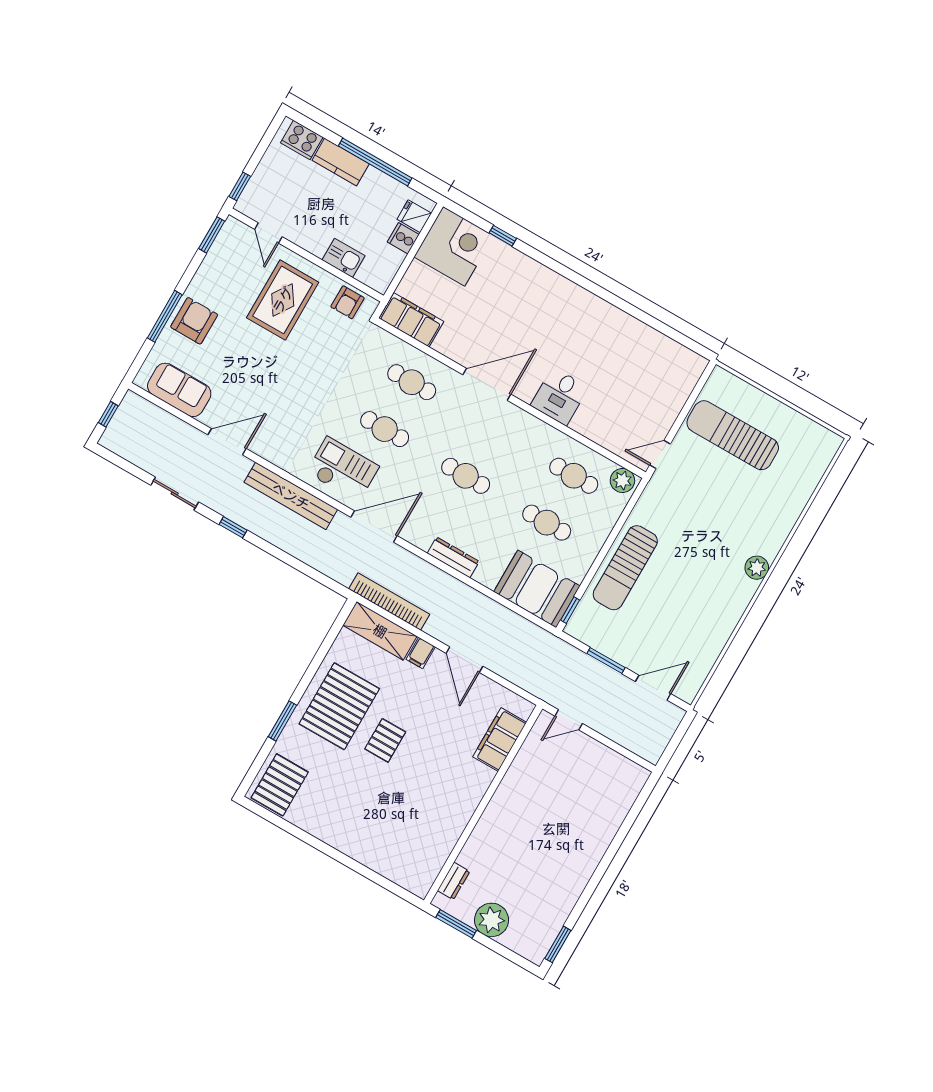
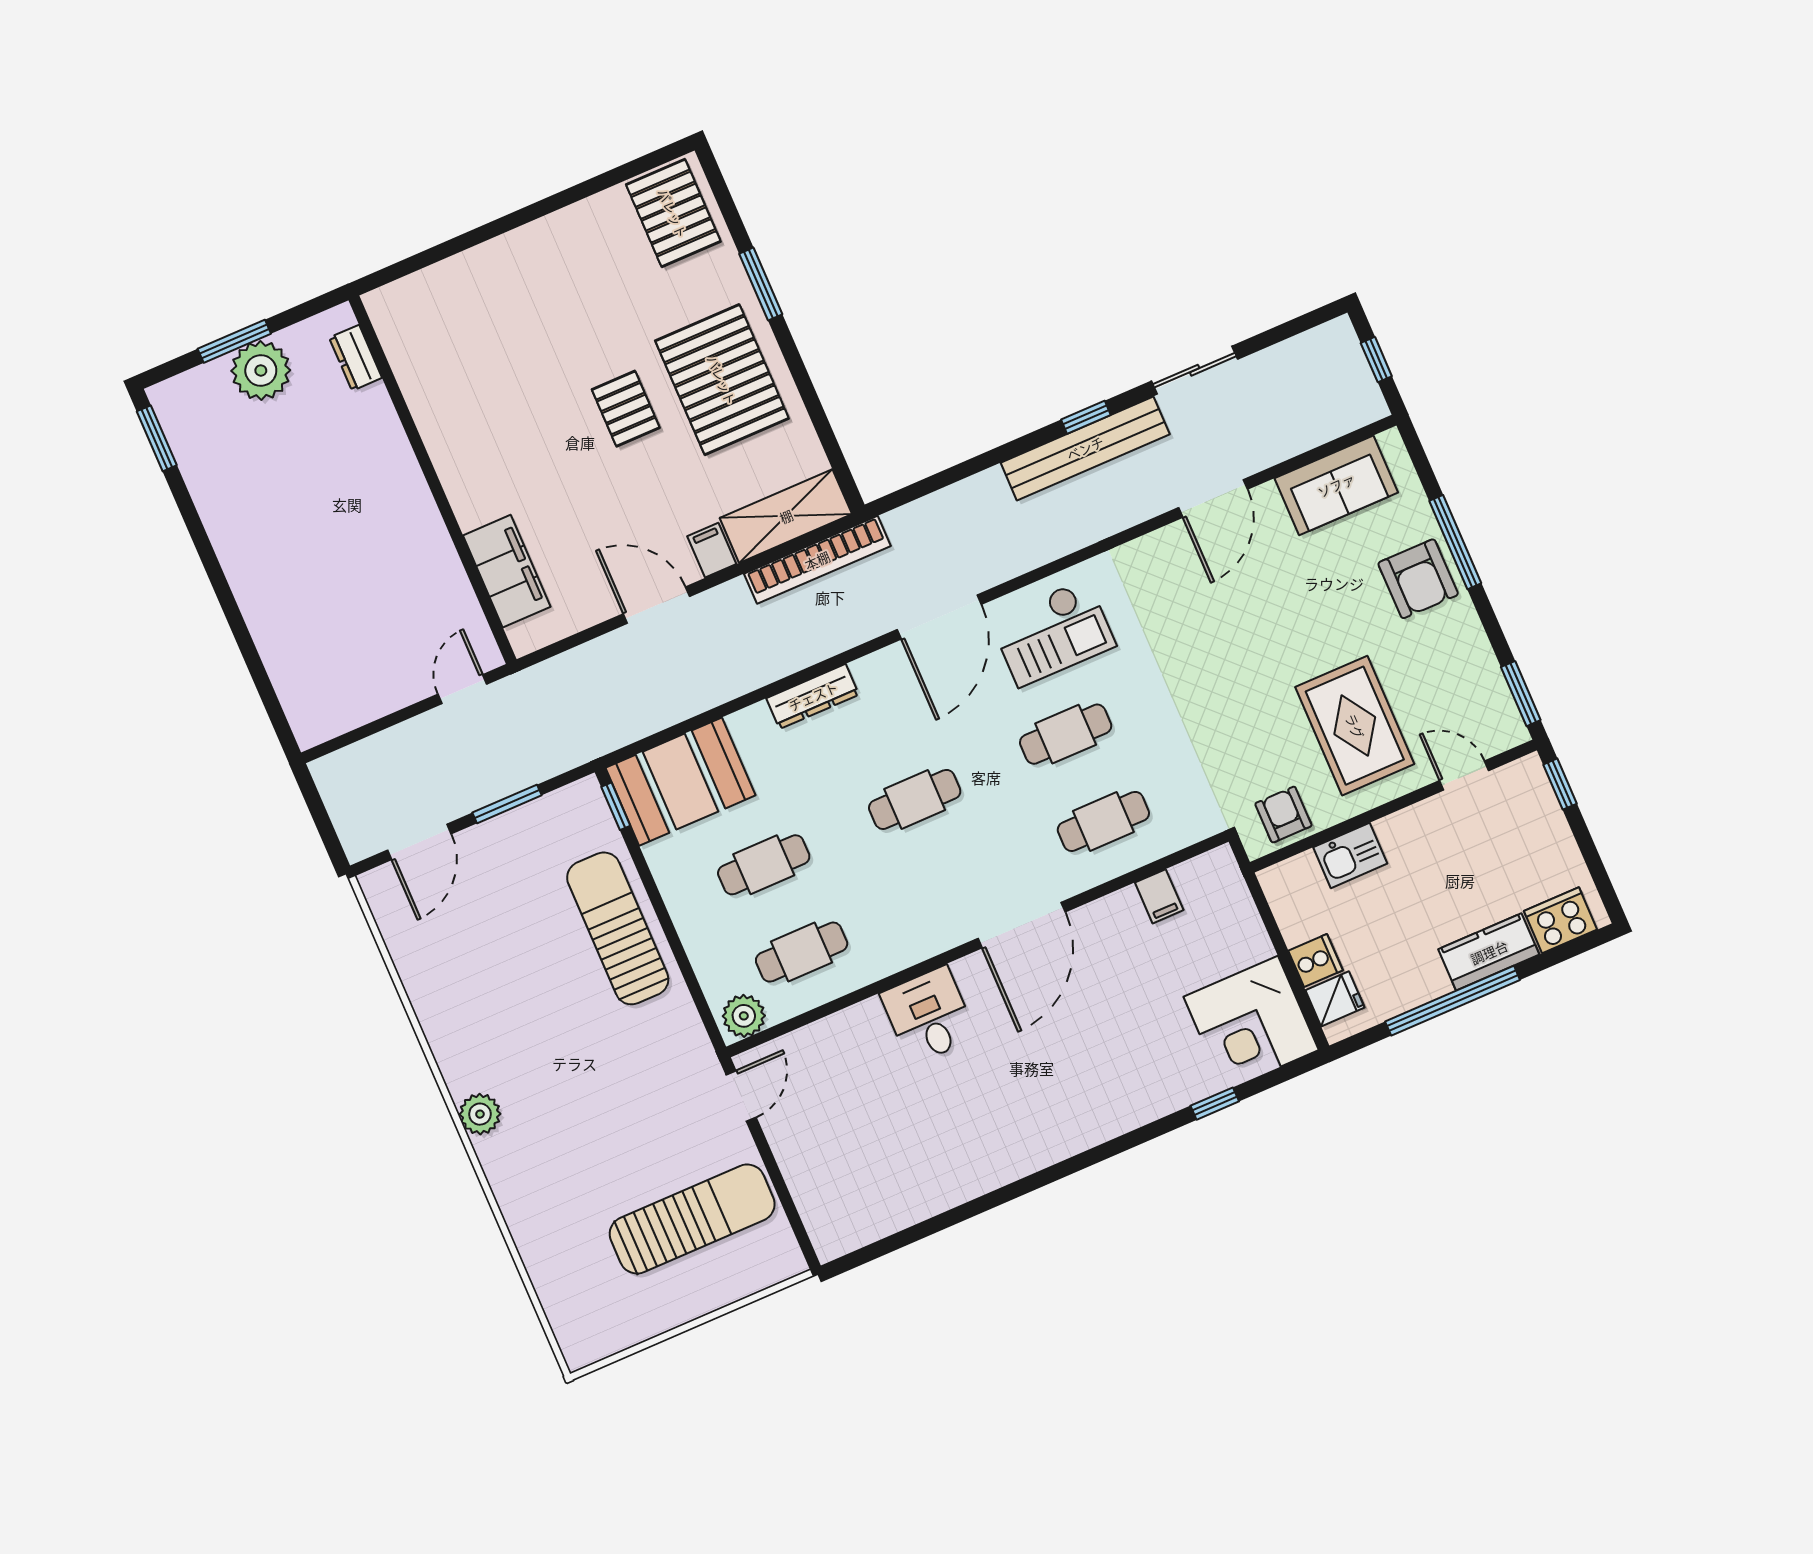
filing cabinet: (411, 320) -> (1159, 896), width x0.33, depth x0.86
bench: (291, 496) -> (1085, 448), moved
window: (456, 924) -> (234, 341), moved

